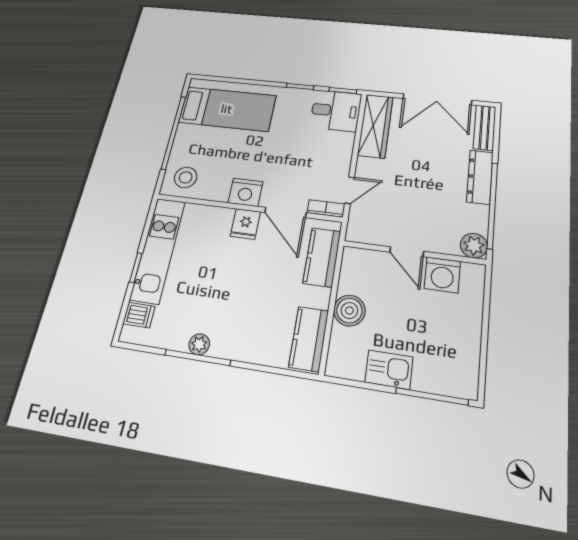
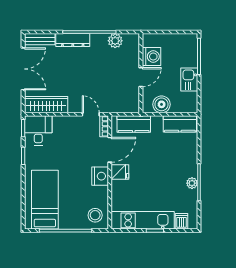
door: (407, 252) -> (141, 77), moved
wall: (414, 253) -> (141, 73), moved
washing machine: (442, 275) -> (151, 56), moved

